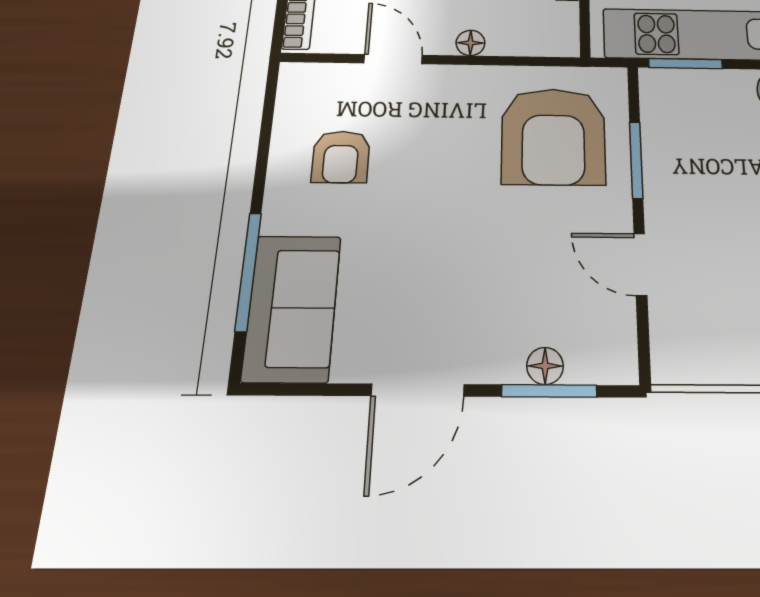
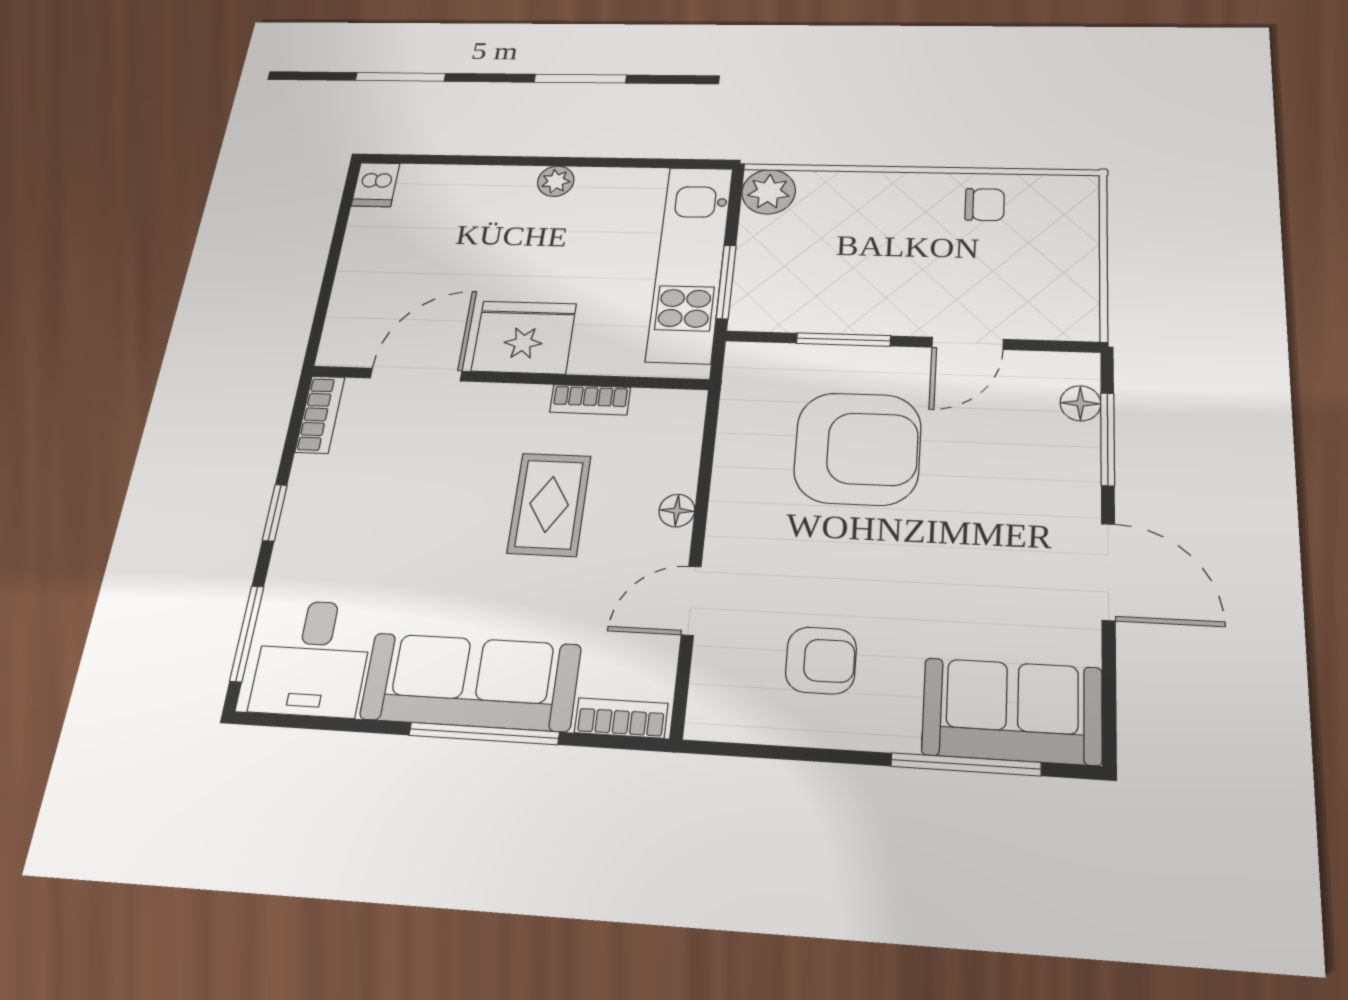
armchair: (553, 136) -> (858, 449), moved
floor lamp: (545, 366) -> (1080, 403), moved

